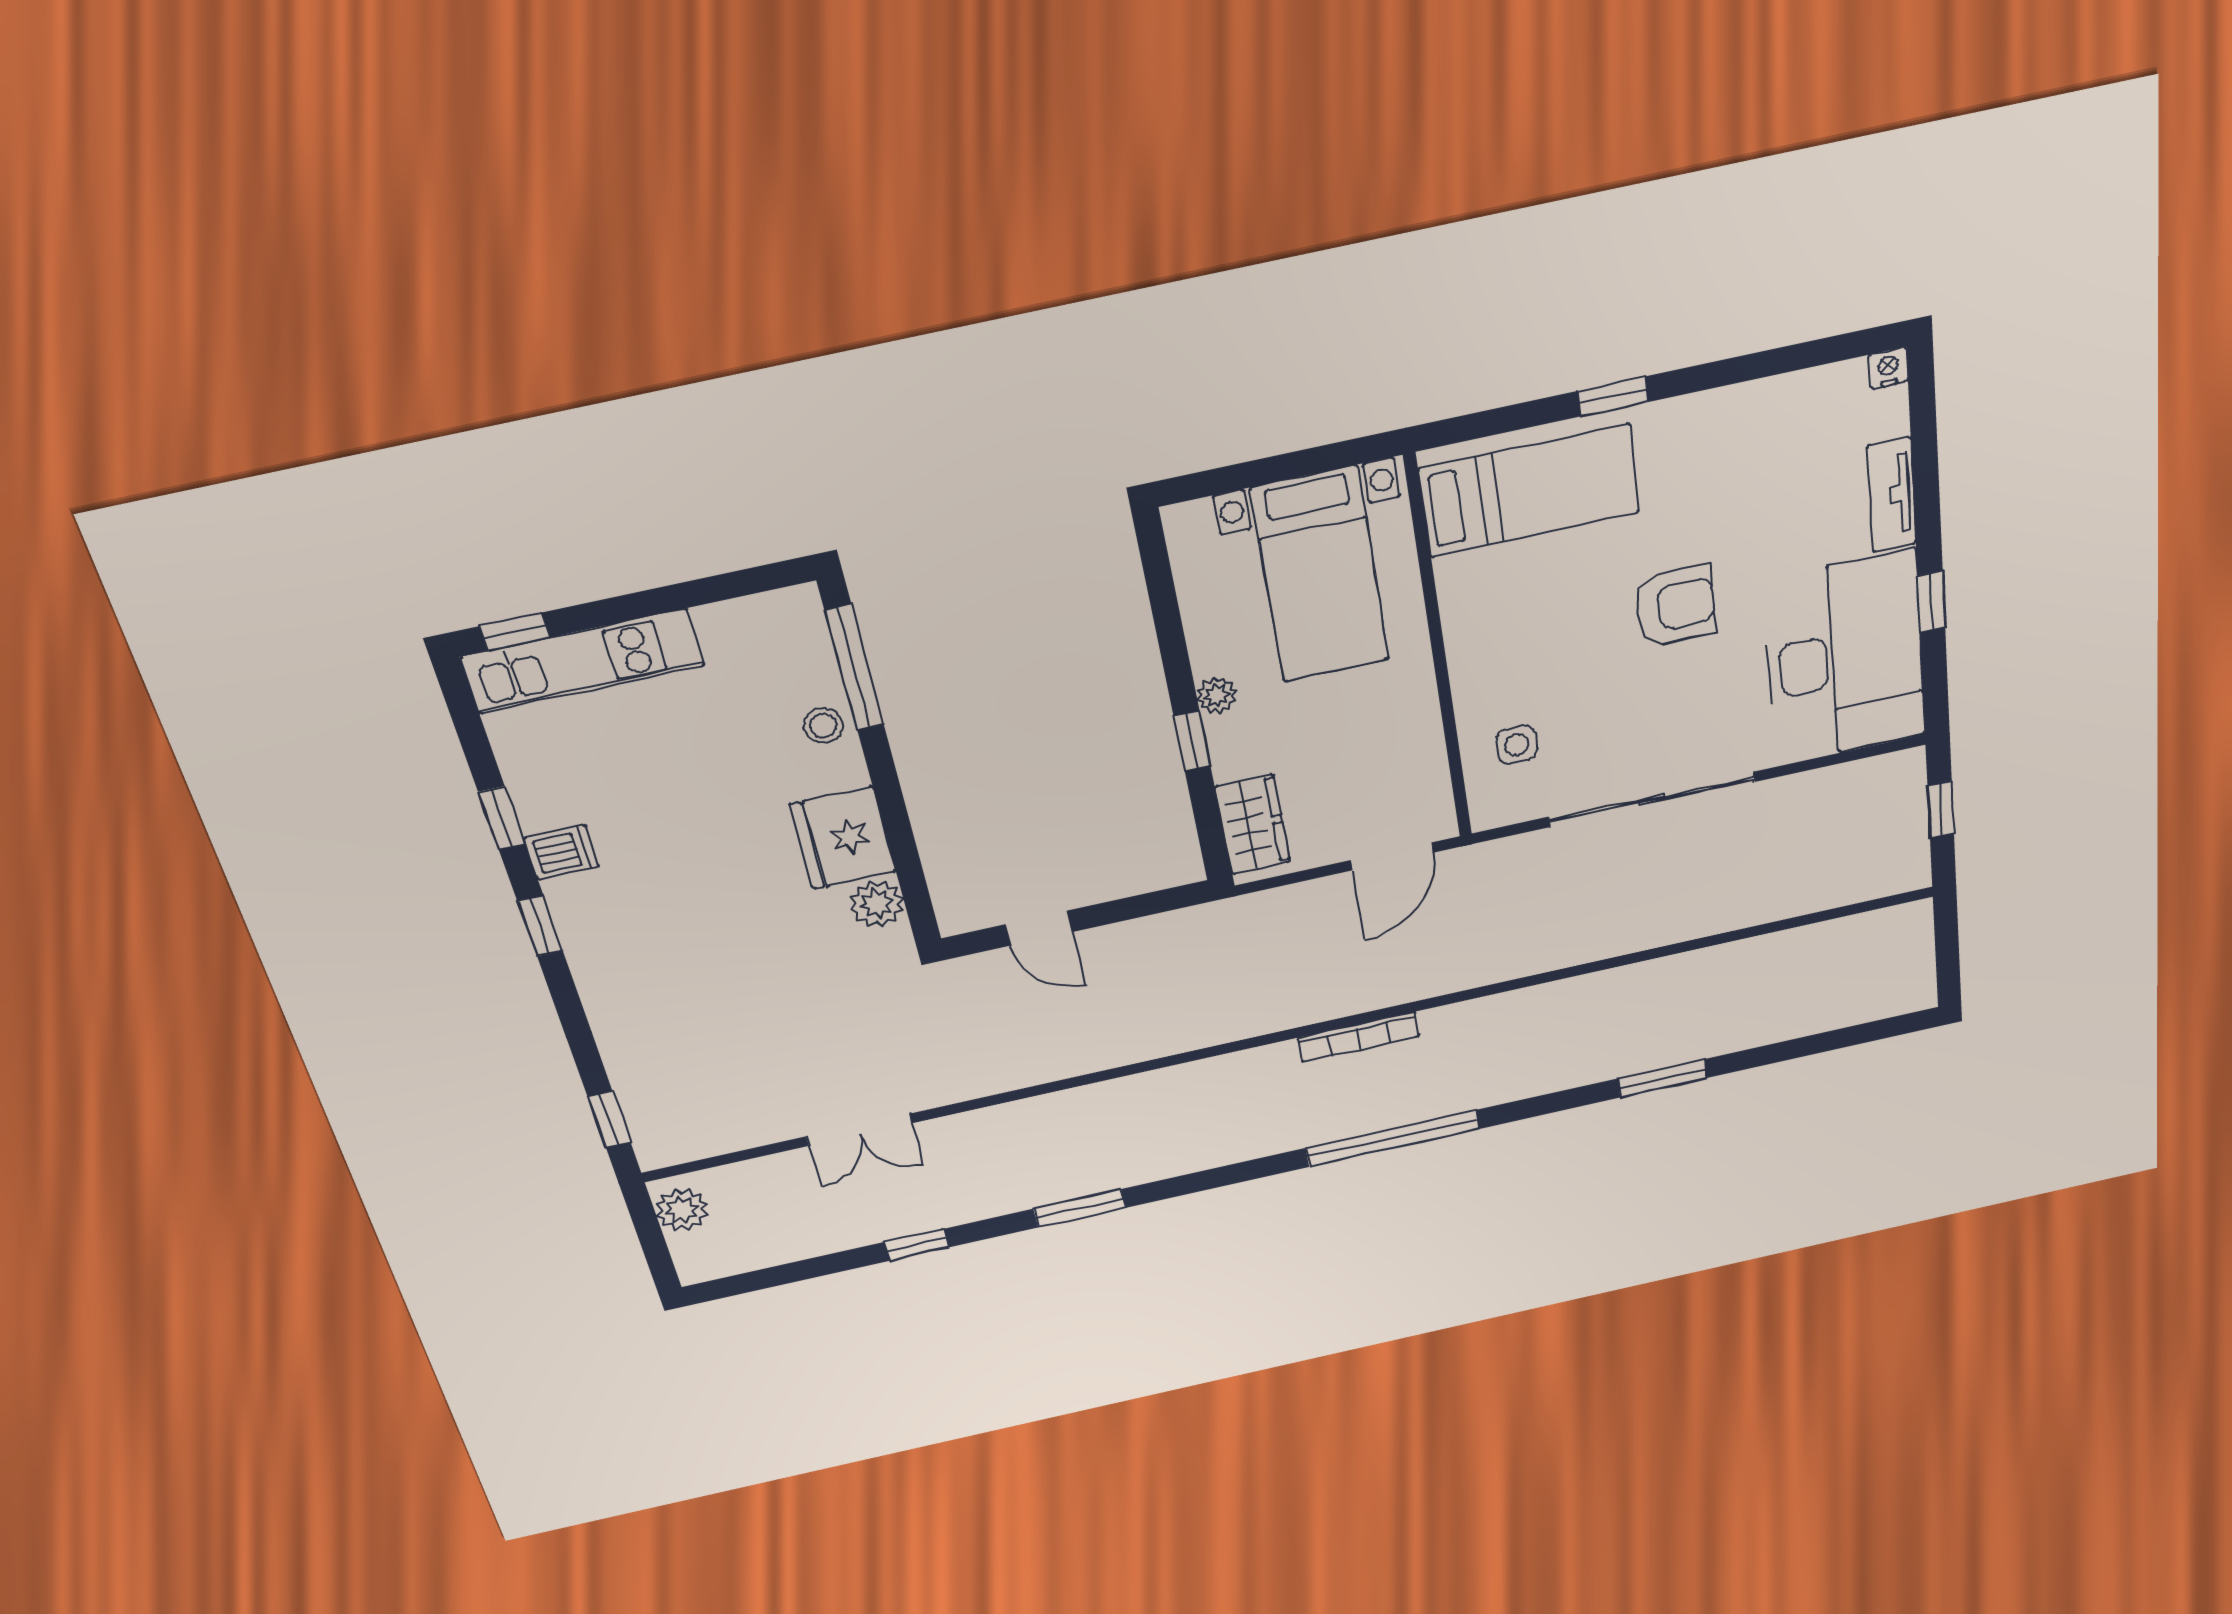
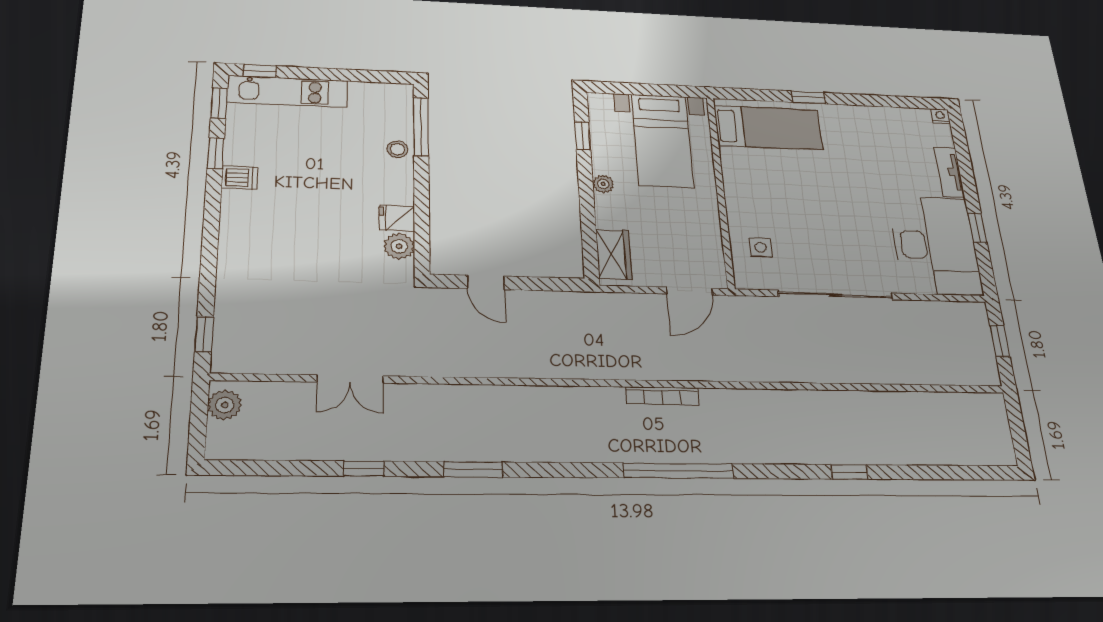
armchair: (1675, 606) -> (843, 198), removed
window: (1192, 741) -> (583, 136), moved
fridge: (843, 838) -> (397, 218), width x0.53, depth x0.75
window: (540, 926) -> (219, 103), moved
window: (1662, 1078) -> (849, 472), width x0.67

